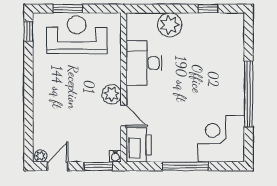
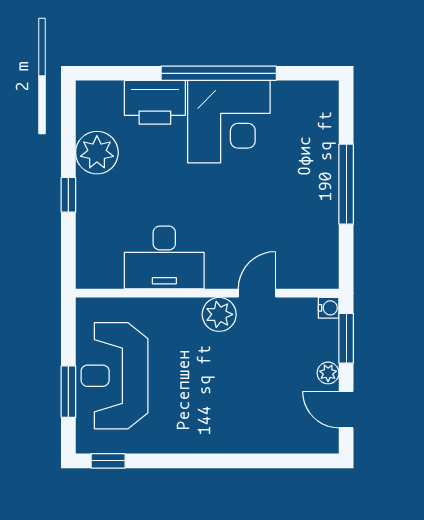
window: (208, 9) -> (68, 195), moved
plant: (170, 25) -> (97, 153), moved
corner desk: (221, 139) -> (229, 122), moved, turned -90
printer: (139, 145) -> (155, 102), moved, turned 180
plant: (41, 156) -> (328, 373), moved

